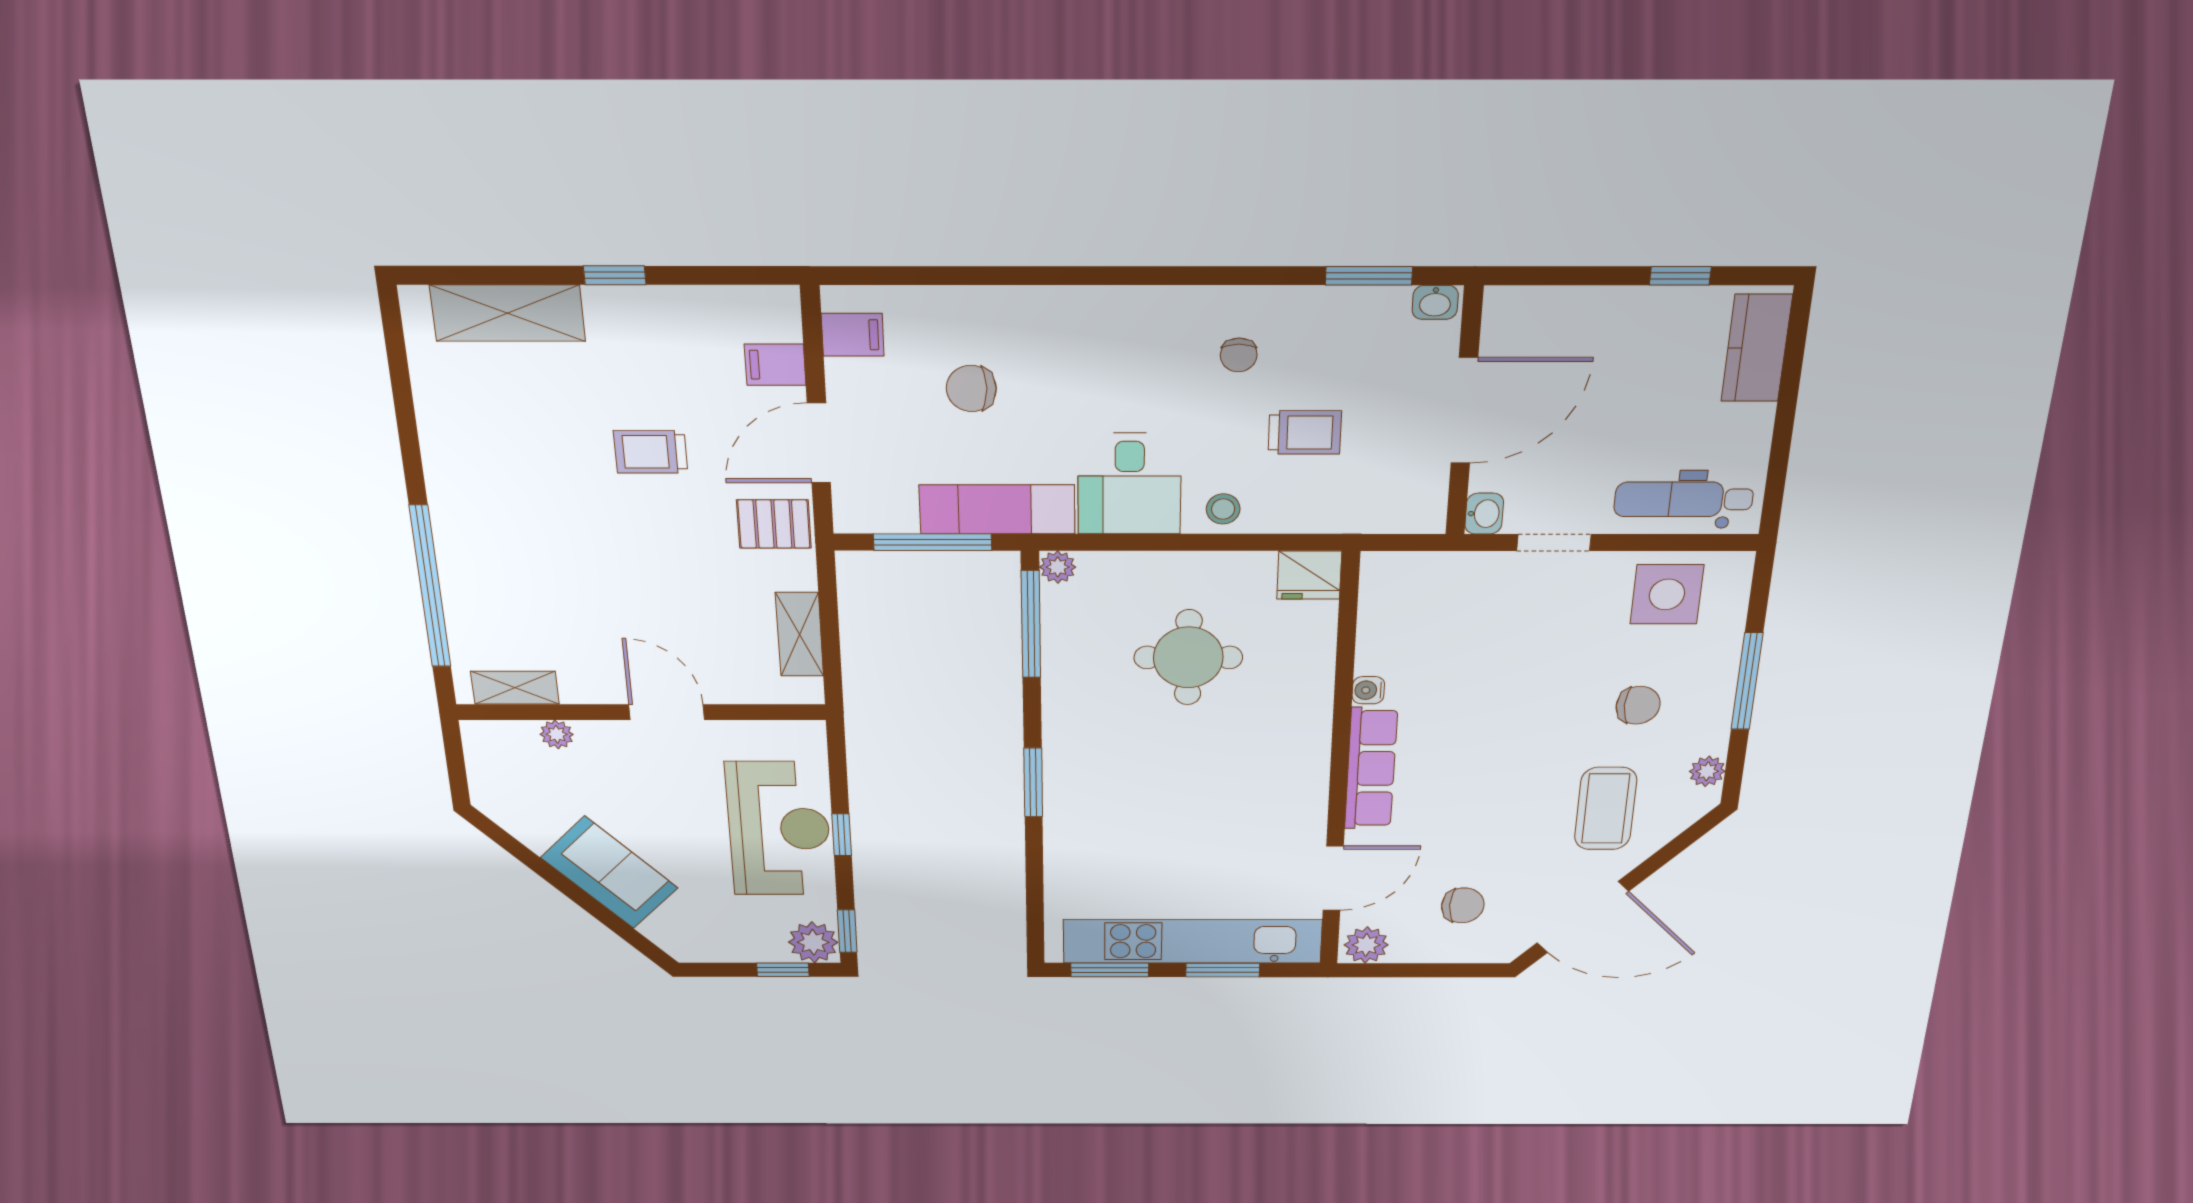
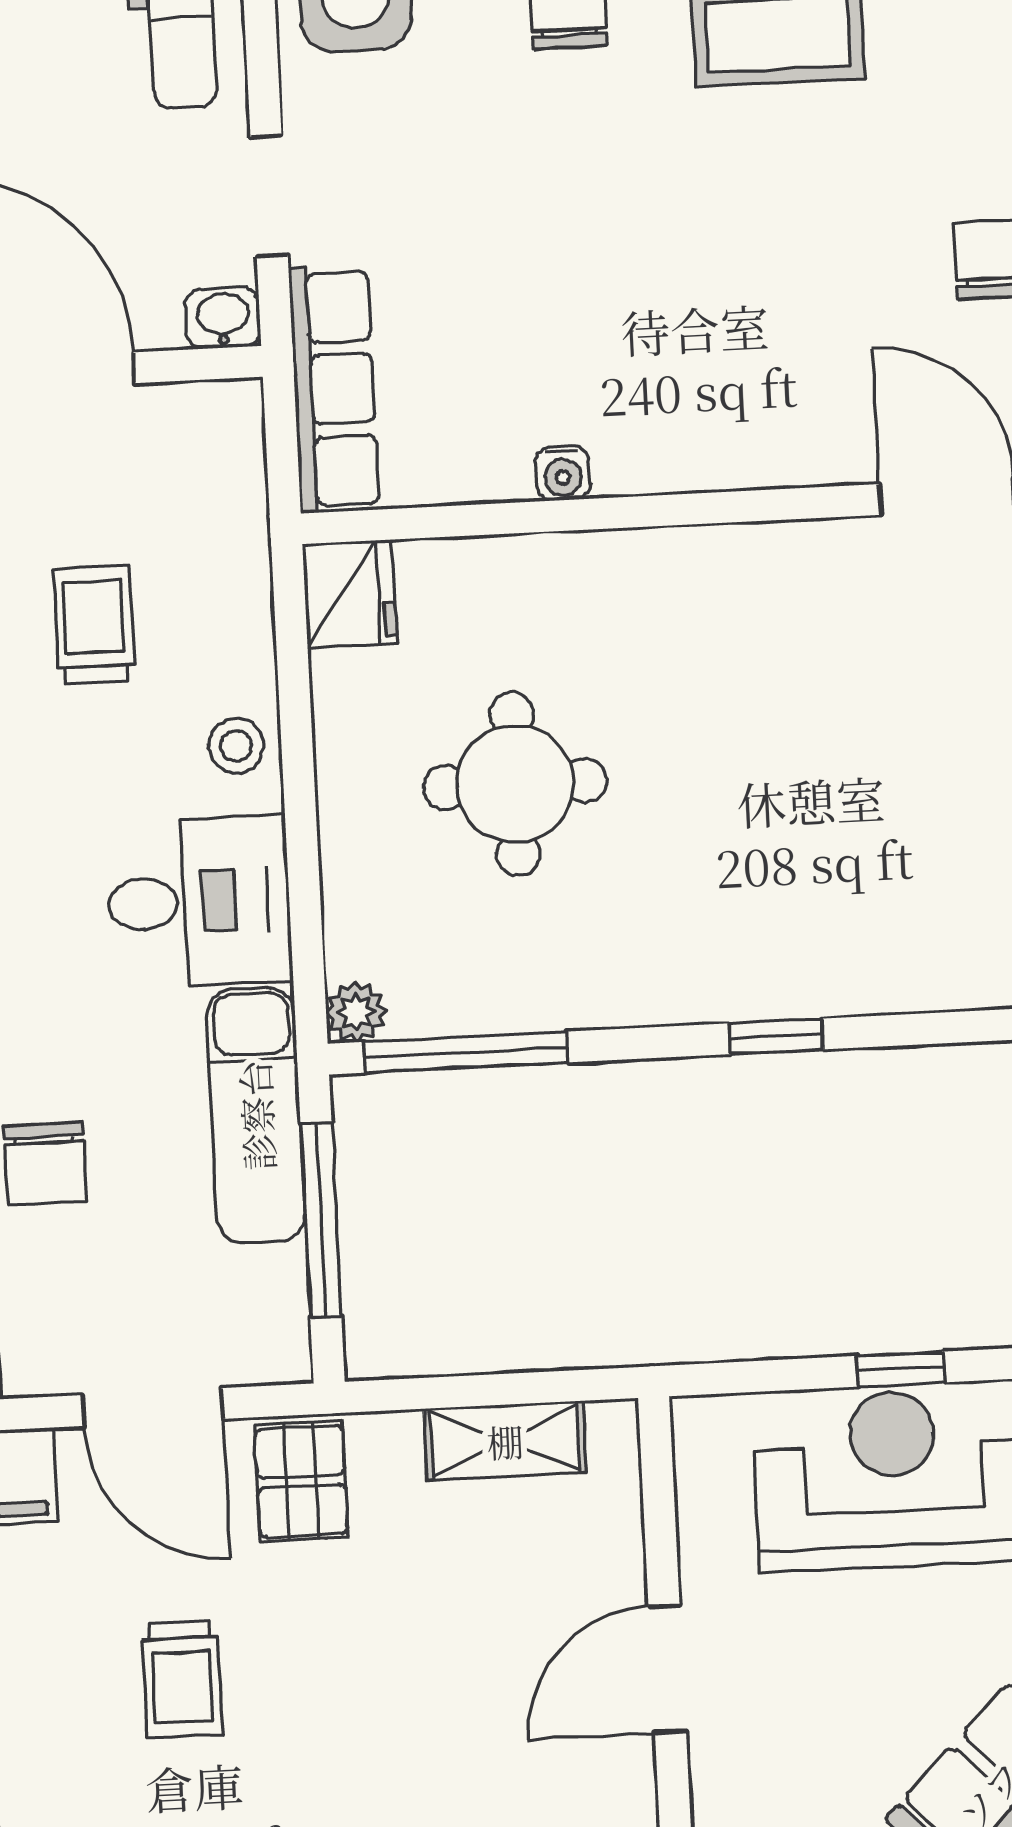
row of seats: (1371, 768) -> (334, 389), moved, turned 90
window: (1033, 782) -> (776, 1036), width x0.67

